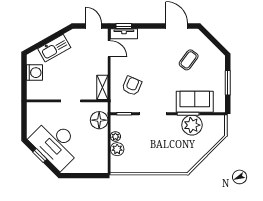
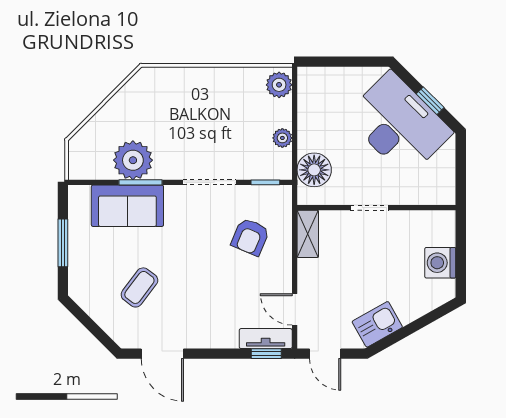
kitchen sink: (54, 48) -> (377, 324), moved, width x0.73
plant: (117, 149) -> (279, 85), moved

